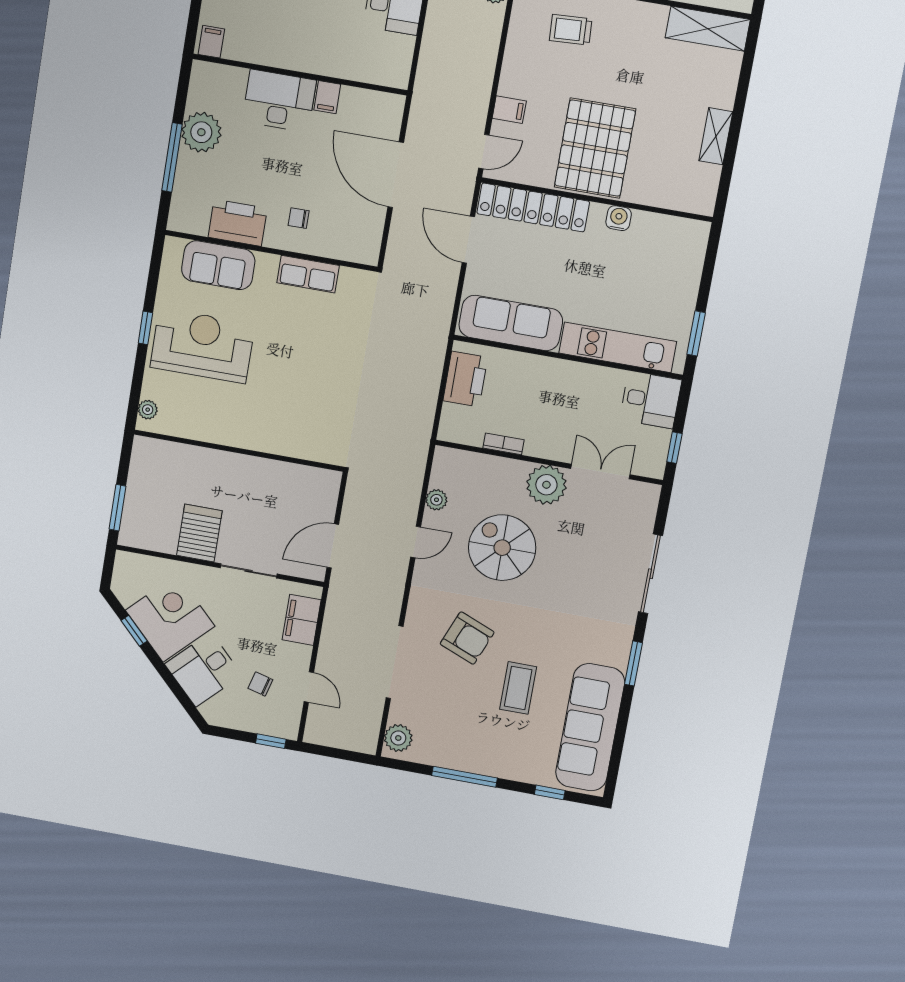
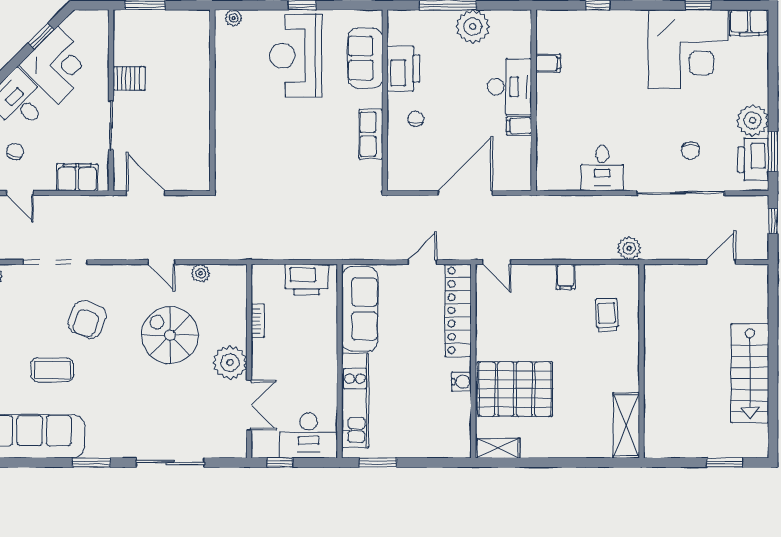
filing cabinet: (211, 42) -> (548, 63), moved
filing cabinet: (509, 110) -> (566, 277), moved
shelving: (716, 136) -> (498, 448), moved
pallet: (595, 148) -> (515, 389), moved
door: (468, 240) -> (422, 262), width x0.73
reception desk: (202, 346) -> (296, 56), turned 180
desk: (651, 400) -> (309, 435), width x1.37
server rack: (199, 533) -> (129, 78), width x0.73, depth x0.70
spiral stairs: (502, 548) -> (170, 335), turned -90
door: (309, 687) -> (20, 193), hinge flipped

